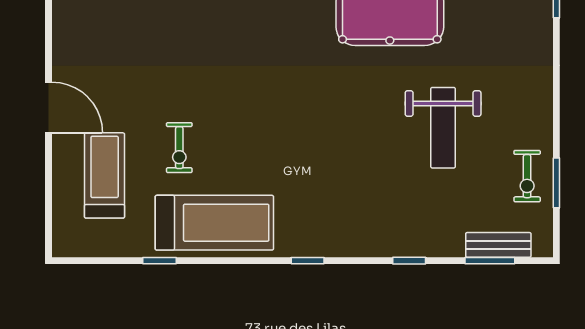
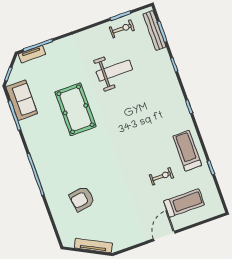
treadmill: (105, 175) -> (184, 203), turned 180
treadmill: (214, 223) -> (187, 151), width x0.73, depth x0.73
bench: (498, 245) -> (154, 30), width x1.36

